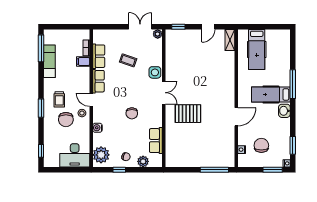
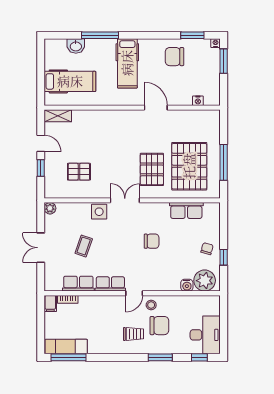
double door: (140, 27) -> (41, 248), moved
window: (178, 27) -> (41, 168), moved
pallet: (186, 57) -> (79, 172), added
exam couch: (49, 61) -> (66, 347), moved
filing cabinet: (83, 62) -> (50, 303), moved
window: (293, 84) -> (100, 35), moved
window: (41, 108) -> (160, 357), moved
washbasin: (284, 111) -> (76, 46), moved
water cooler: (97, 128) -> (187, 285), moved
pallet: (190, 143) -> (189, 166), added
chair: (261, 145) -> (174, 57), moved
desk: (75, 155) -> (205, 335), moved
plant: (143, 161) -> (213, 227), removed
window: (214, 170) -> (224, 162), moved

